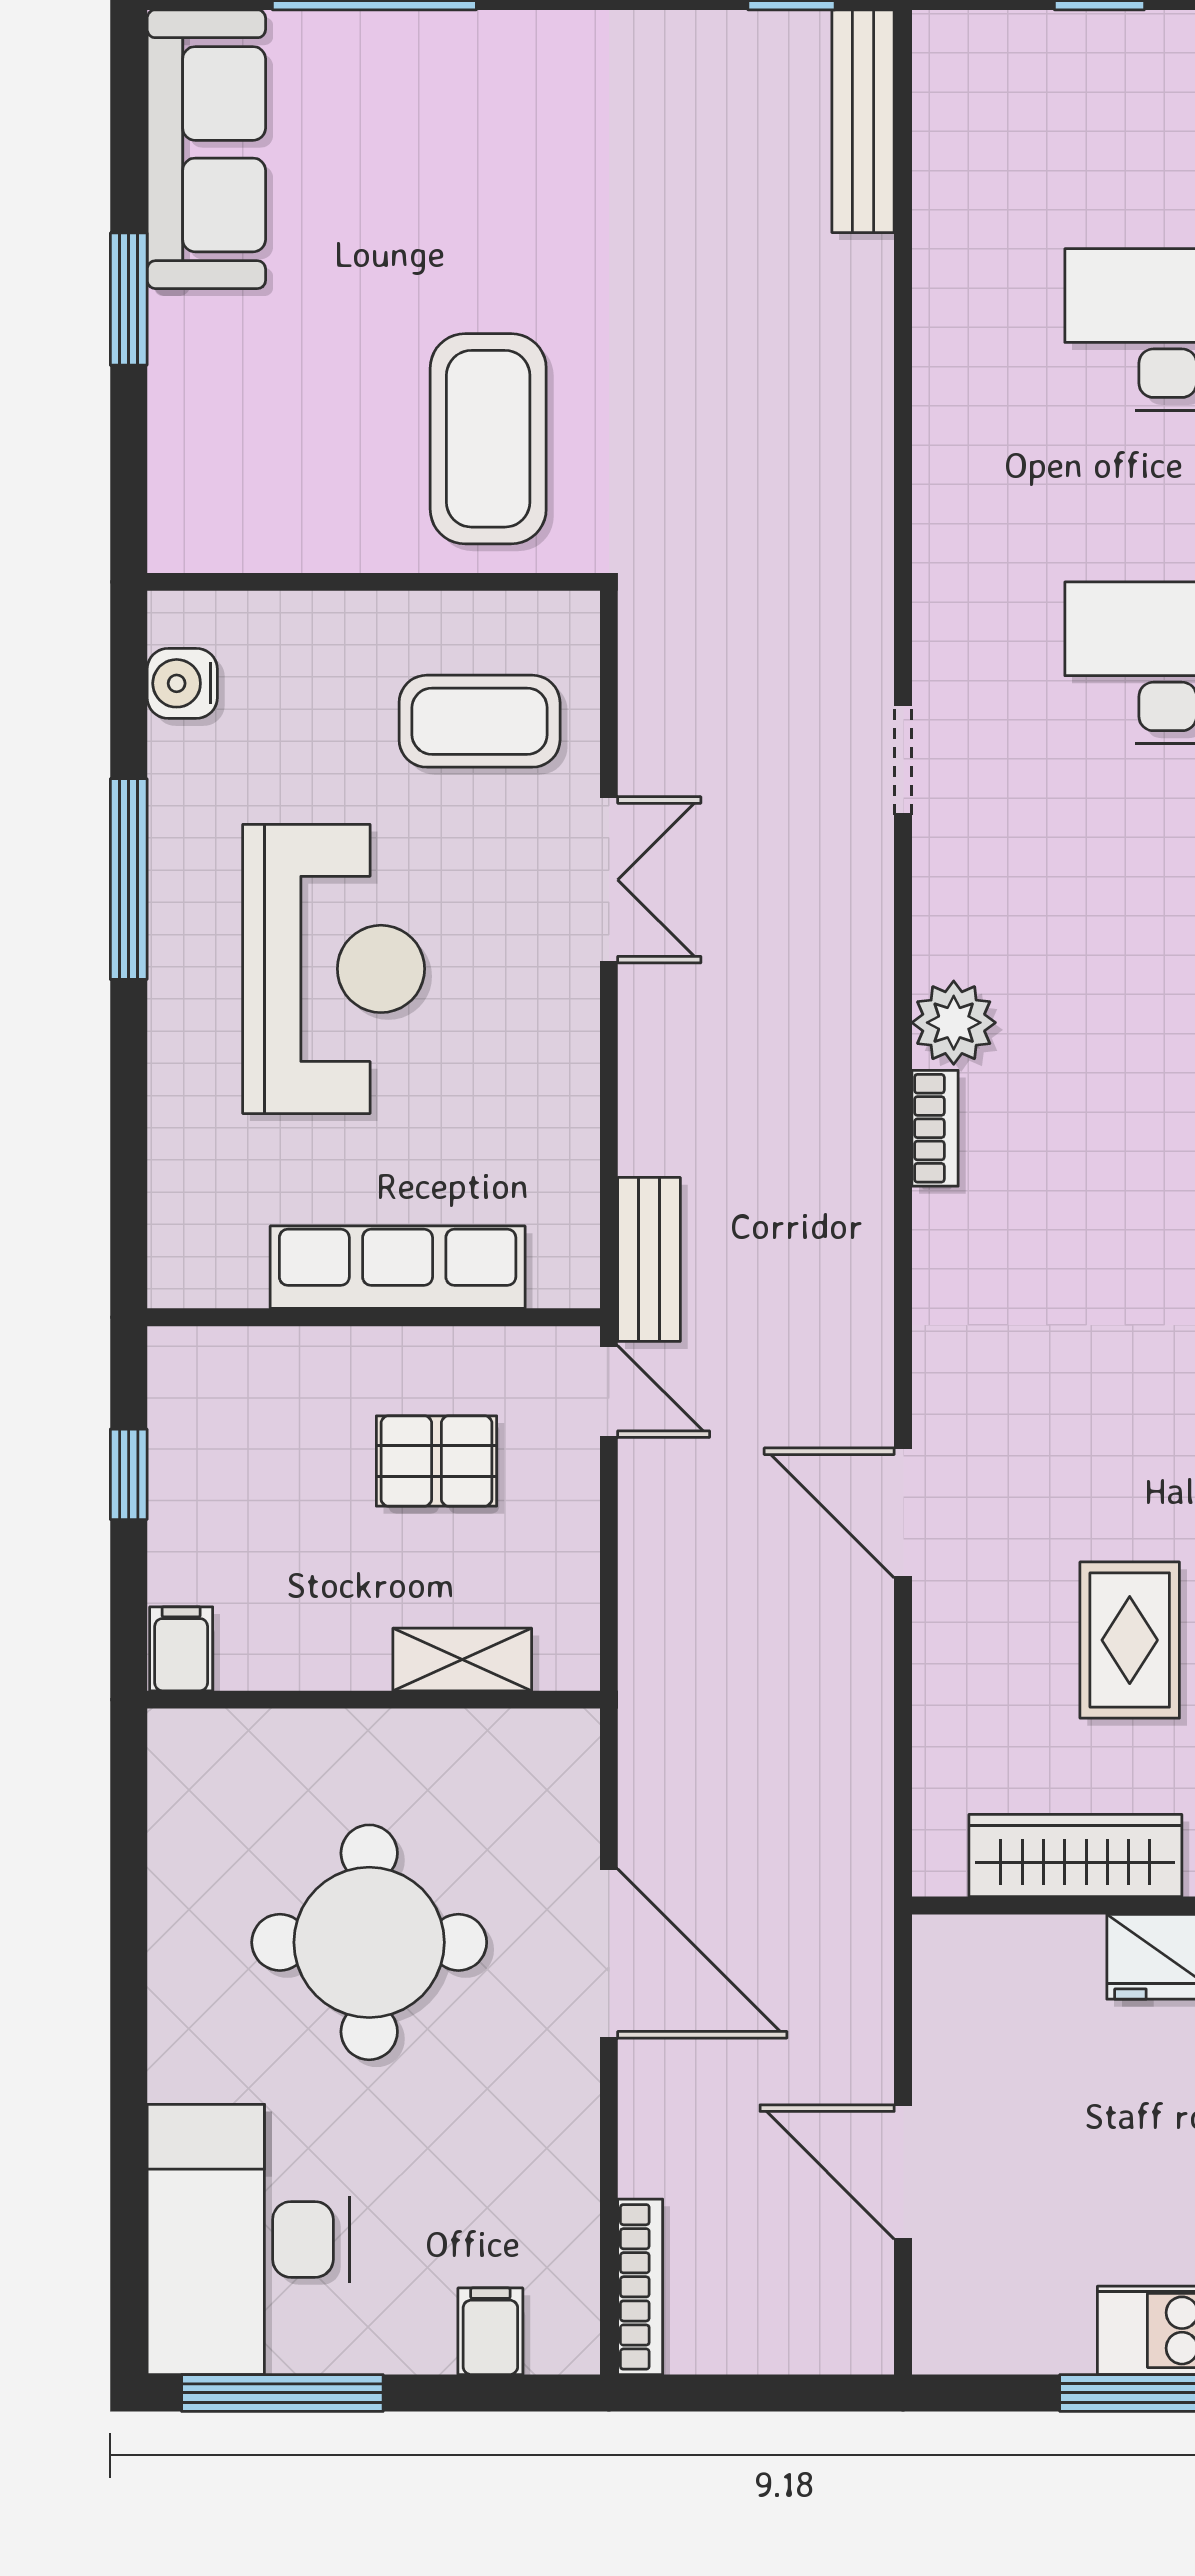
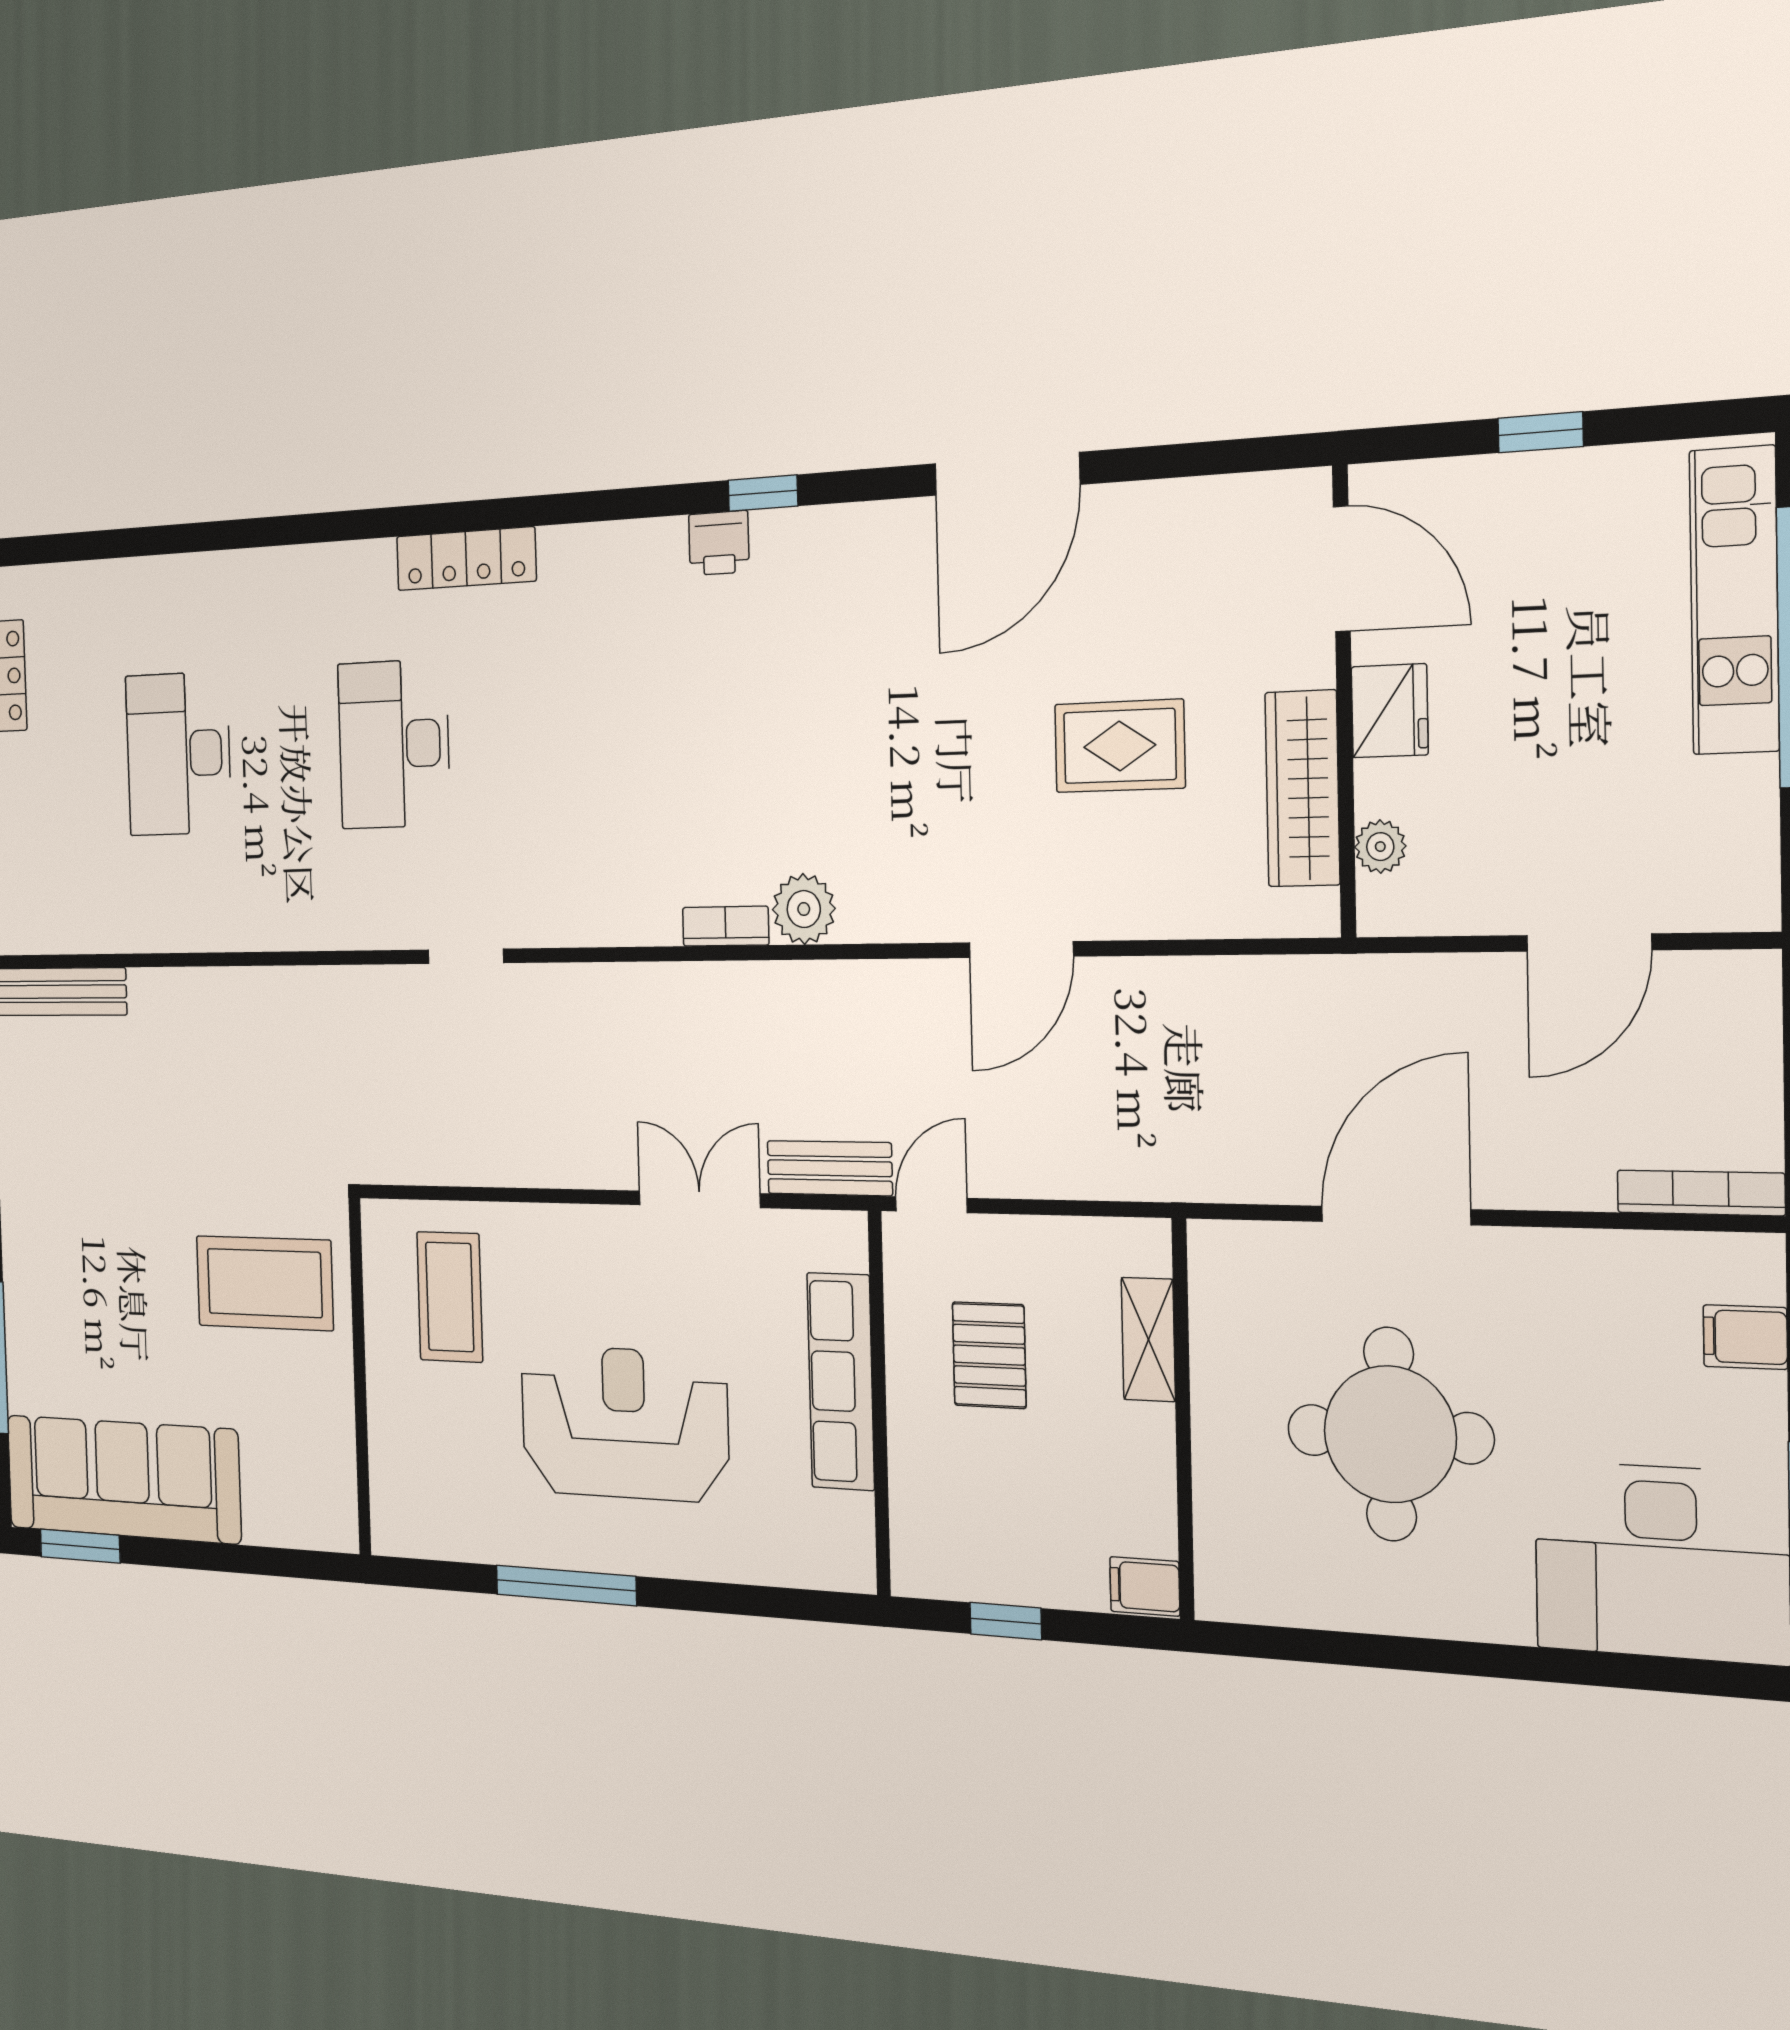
sofa: (206, 149) -> (123, 1479), width x1.36, depth x1.27
window: (129, 299) -> (80, 1546), moved
water cooler: (182, 683) -> (431, 1532), removed
double door: (609, 880) -> (699, 1199), moved
plant: (954, 1023) -> (804, 909), moved
plant: (1010, 1943) -> (1380, 847), added

